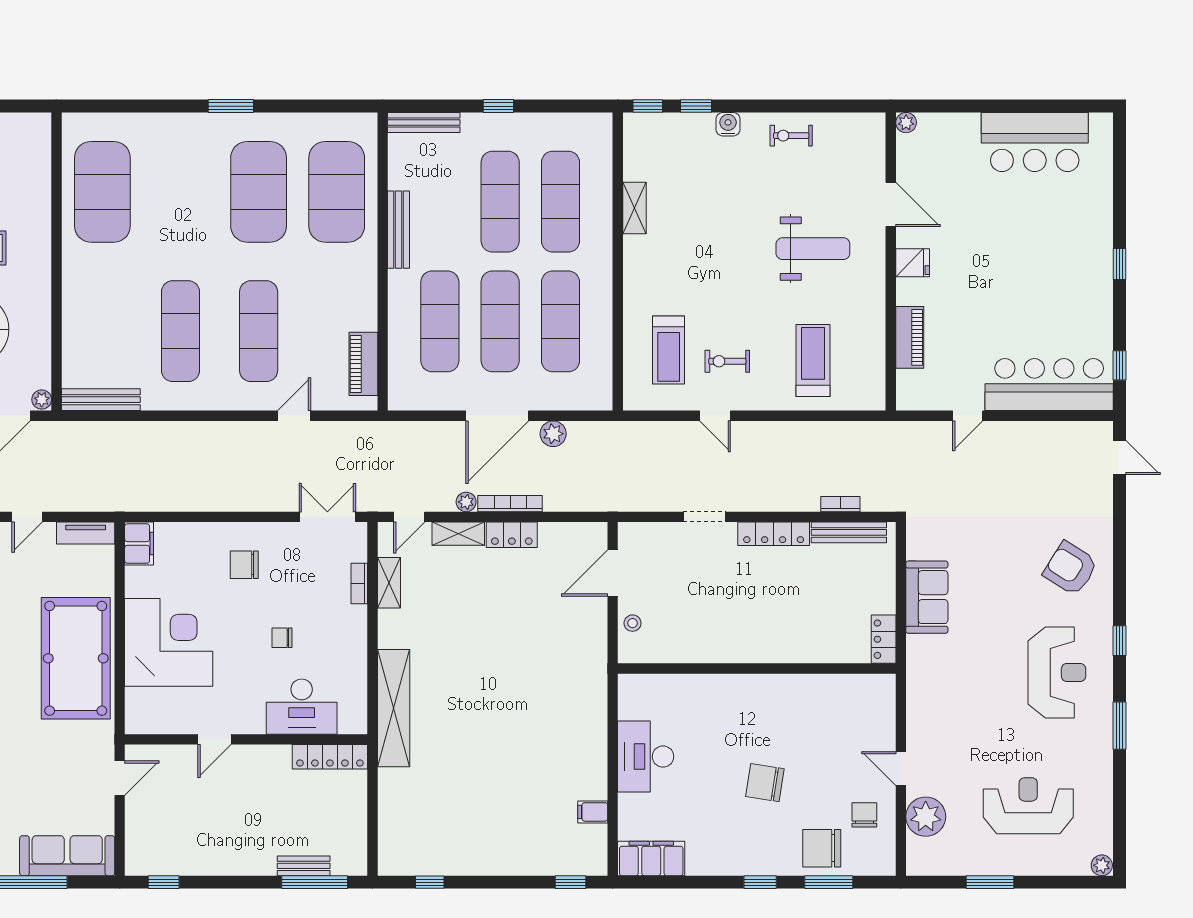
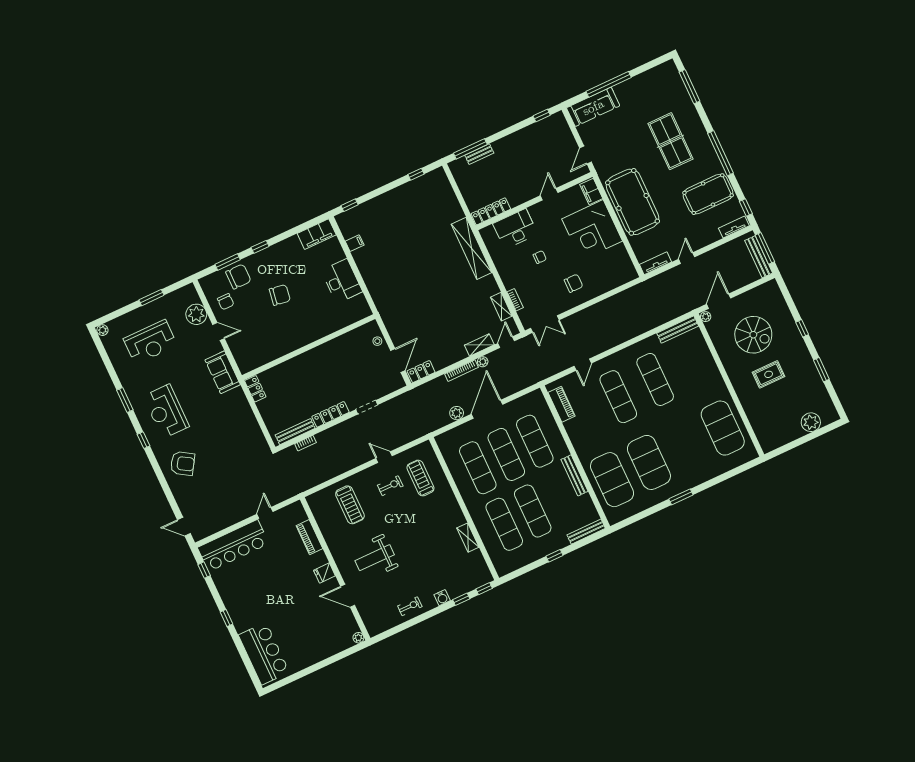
bar counter: (1035, 142) -> (264, 654), moved, turned 90
locker: (512, 535) -> (421, 372), moved
filing cabinet: (139, 543) -> (591, 191), moved
sofa: (927, 597) -> (223, 372), moved

